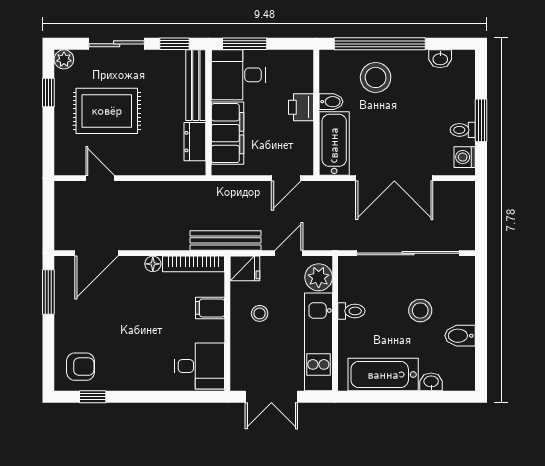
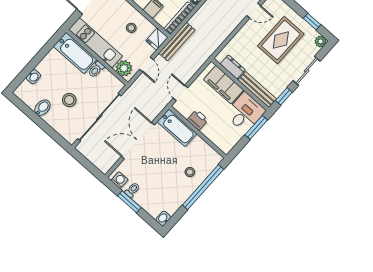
washbasin: (440, 59) -> (163, 218), moved
stool: (376, 77) -> (190, 172), width x0.53, depth x0.53
bidet: (331, 102) -> (197, 143), removed
printer: (301, 107) -> (198, 120), moved
bathtub: (383, 375) -> (75, 53), moved, turned 90

